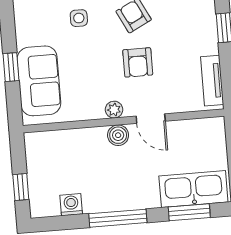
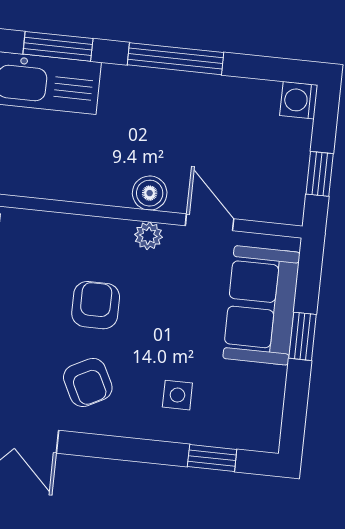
door: (151, 119) -> (210, 222), moved
window: (21, 187) -> (320, 174), moved
washing machine: (71, 205) -> (299, 100), moved, turned 90

